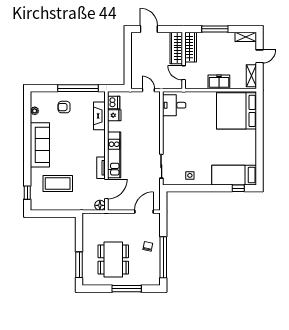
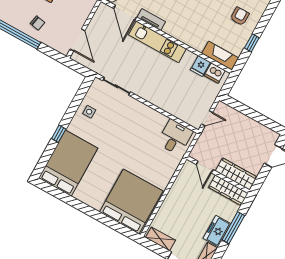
door: (184, 73) -> (205, 167), swing flipped
freezer: (219, 82) -> (217, 231), moved, turned 180
window: (78, 88) -> (252, 43), width x0.32
fireplace: (99, 116) -> (220, 56), moved
bed: (234, 175) -> (68, 163), width x1.50
window: (238, 188) -> (59, 134), moved

